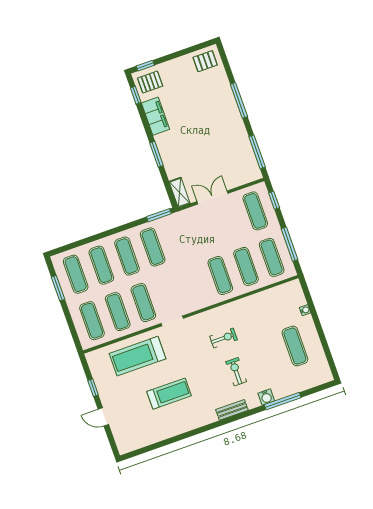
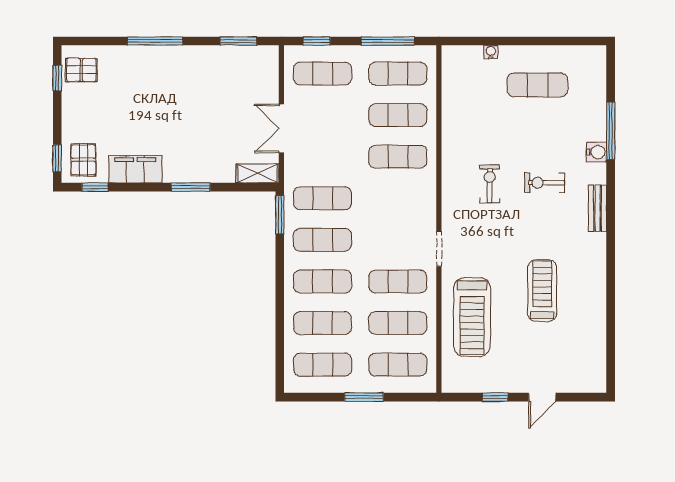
window: (195, 48) -> (57, 78), added
pallet: (205, 61) -> (81, 70), turned 90
window: (257, 152) -> (238, 41), width x0.69
exercise mat: (178, 238) -> (323, 198), added
window: (58, 288) -> (364, 397), moved

